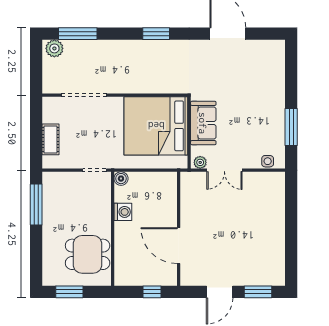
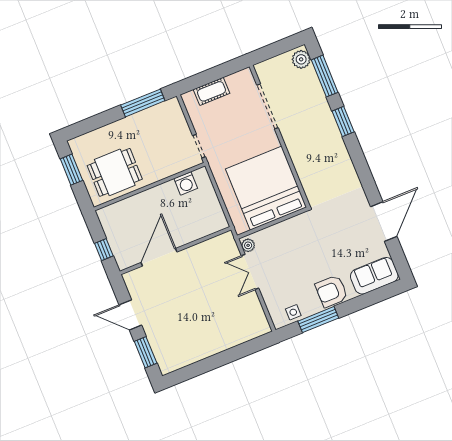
window: (156, 34) -> (343, 121), moved
armchair: (271, 105) -> (332, 291), added
sofa: (203, 123) -> (374, 276), moved, turned 180
side table: (268, 161) -> (293, 312), moved
boiler: (121, 179) -> (201, 175), removed
washing machine: (123, 212) -> (186, 183), moved
dining table: (88, 254) -> (115, 172), turned 90

